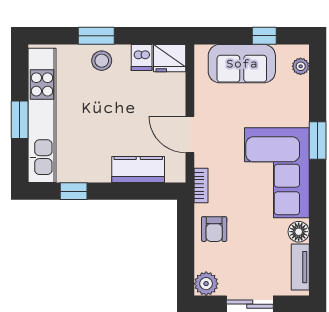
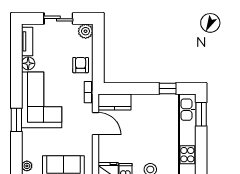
window: (20, 120) -> (201, 114), moved
kitchen counter: (138, 170) -> (115, 102), moved

